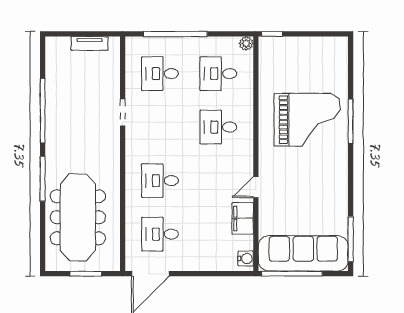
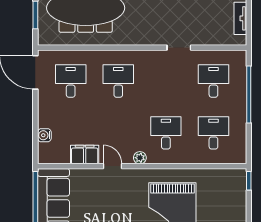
plant: (246, 44) -> (140, 158), moved
water cooler: (246, 258) -> (44, 135), moved, turned 90

